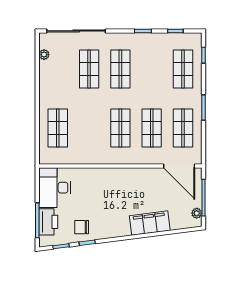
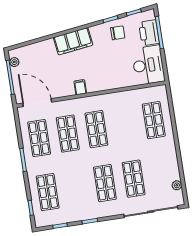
filing cabinet: (131, 175) -> (80, 87), added
filing cabinet: (150, 223) -> (73, 41), moved

